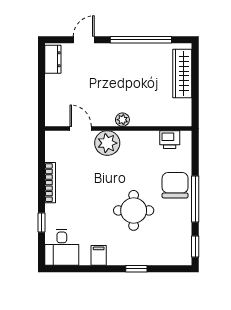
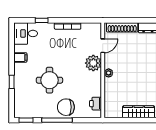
shoe rack: (52, 99) -> (122, 27), added
chair: (175, 185) -> (66, 107), turned 180

